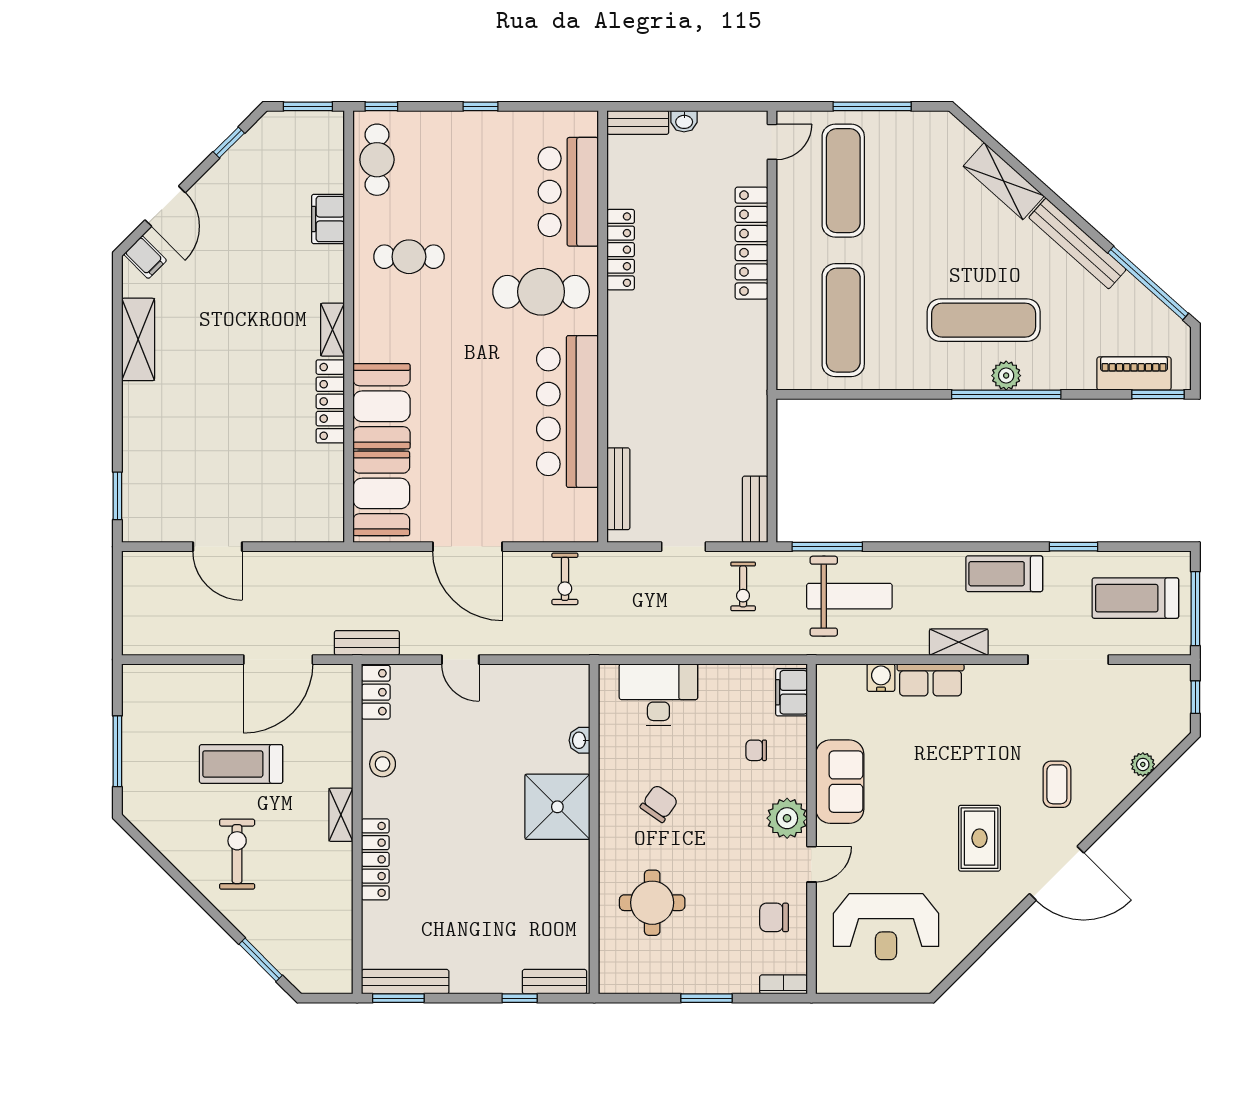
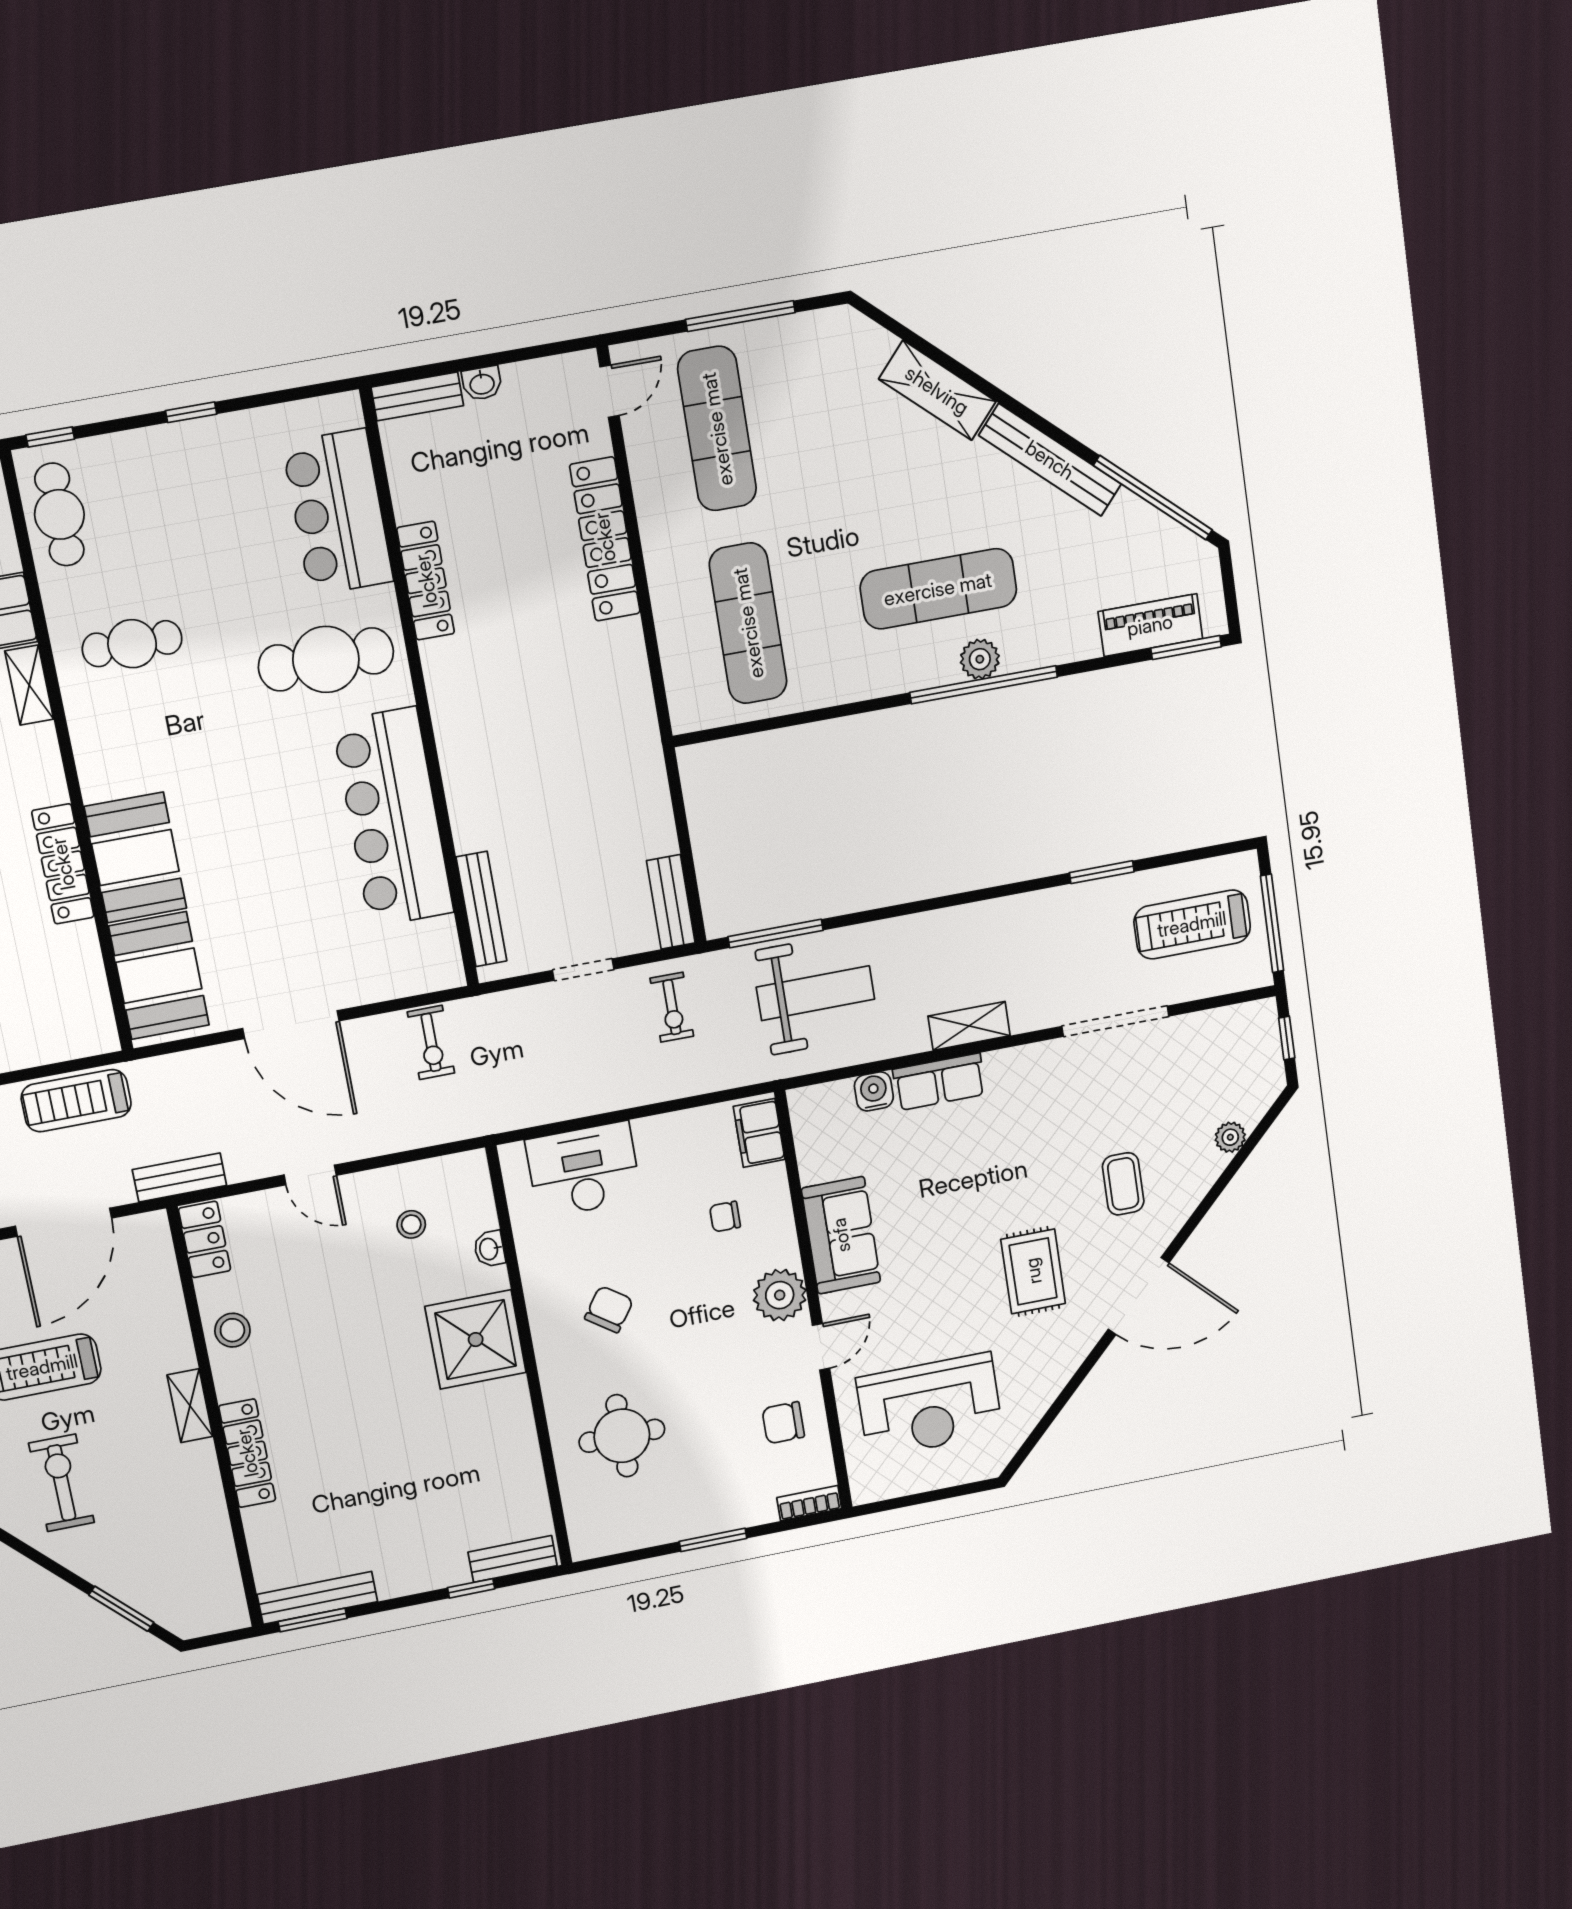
shelving: (333, 330) -> (29, 685), moved
treadmill: (1004, 574) -> (76, 1101), moved
stool: (526, 711) -> (411, 1224), added

